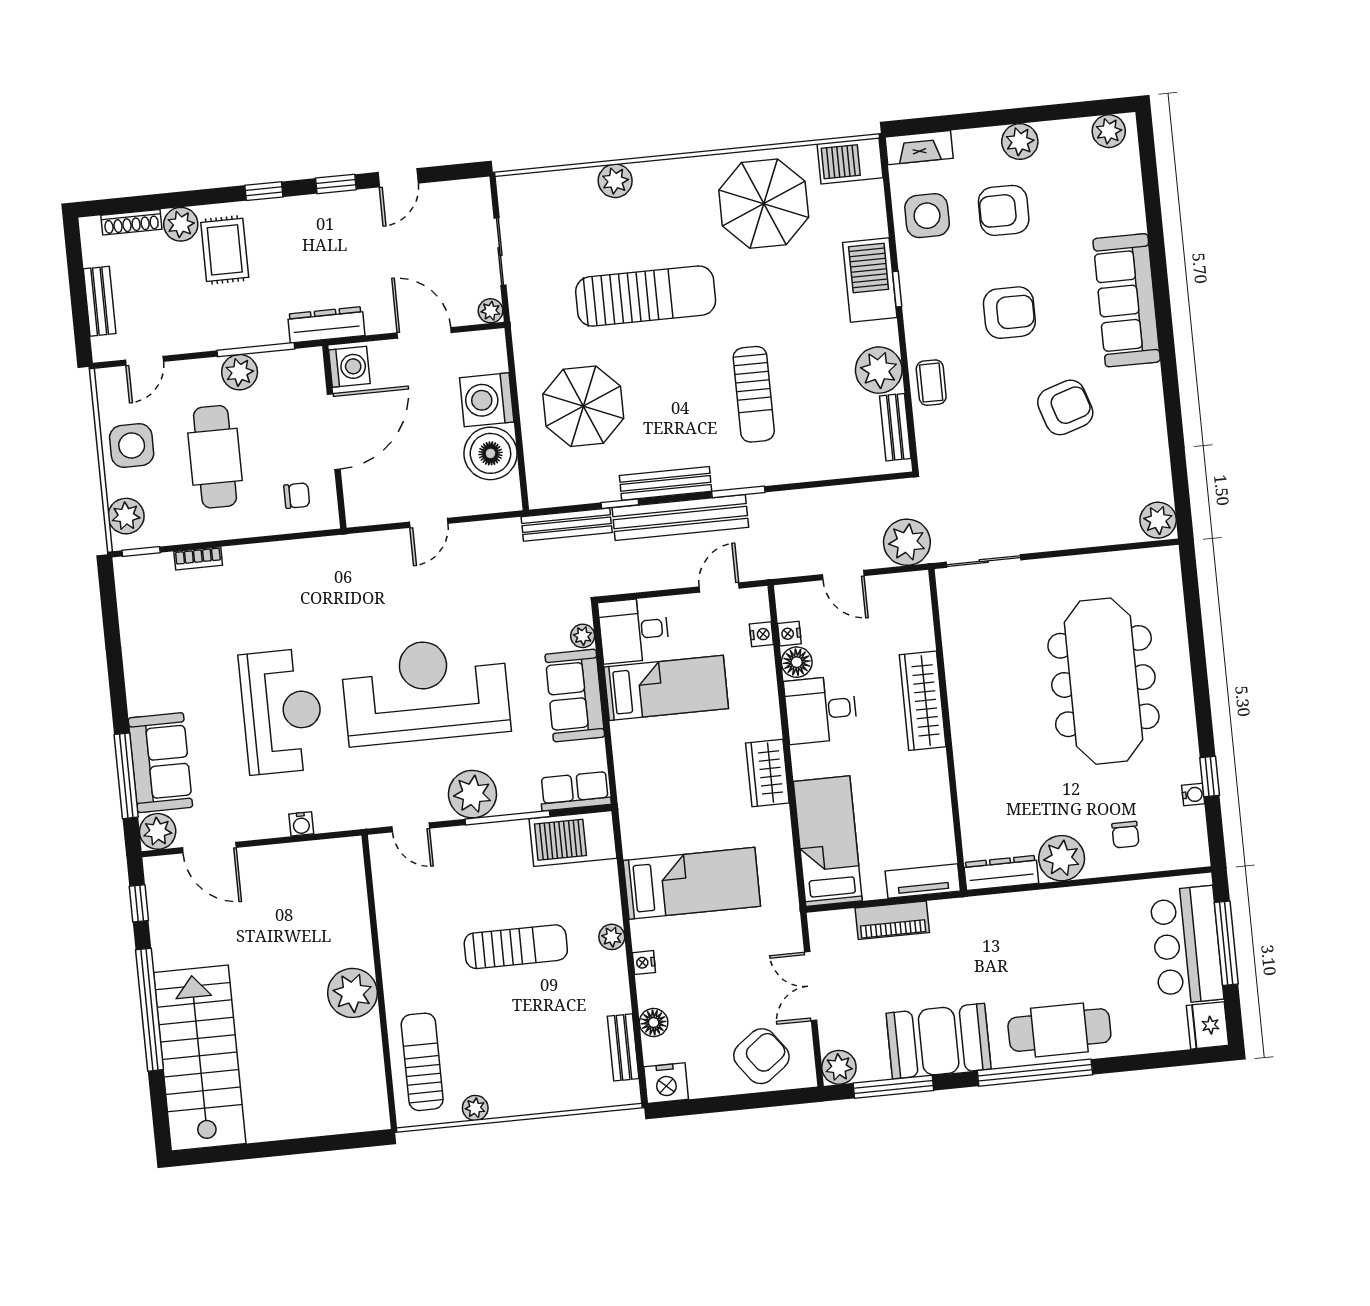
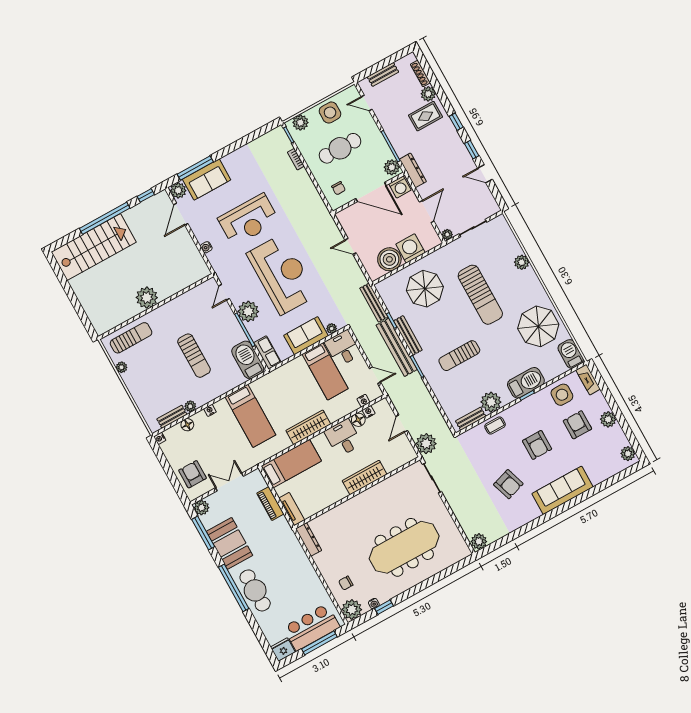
plant: (240, 372) -> (392, 167), moved
wardrobe: (767, 773) -> (308, 427), width x1.50
plant: (1062, 858) -> (352, 609), moved
plant: (612, 937) -> (190, 406), moved
armchair: (761, 1056) -> (193, 474), turned -143
nightstand: (666, 1083) -> (160, 438), width x0.53, depth x0.56

